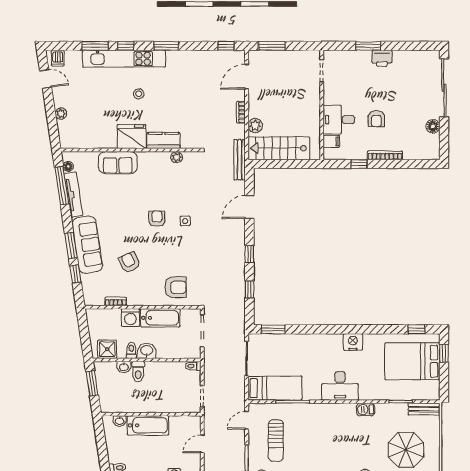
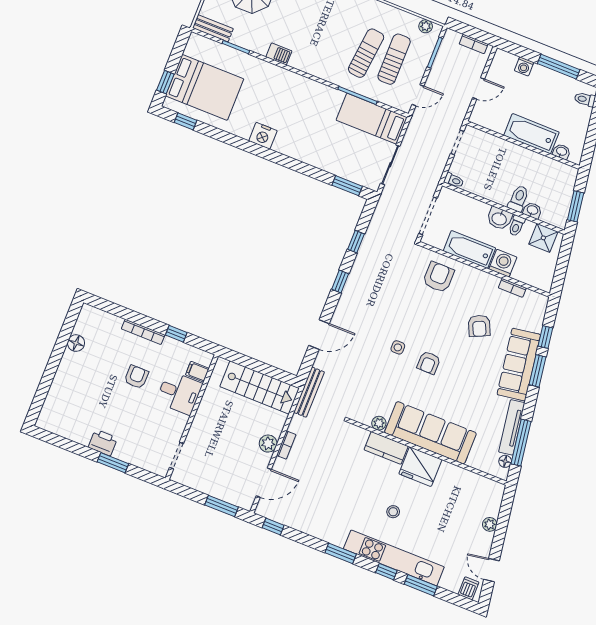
sliding door: (444, 88) -> (46, 381), removed
plant: (255, 125) -> (268, 444), moved
sofa: (118, 163) -> (430, 433), width x1.85, depth x1.27
armchair: (175, 287) -> (438, 277), turned 90
desk: (340, 386) -> (297, 92), removed
sun lounger: (299, 437) -> (366, 53), added

